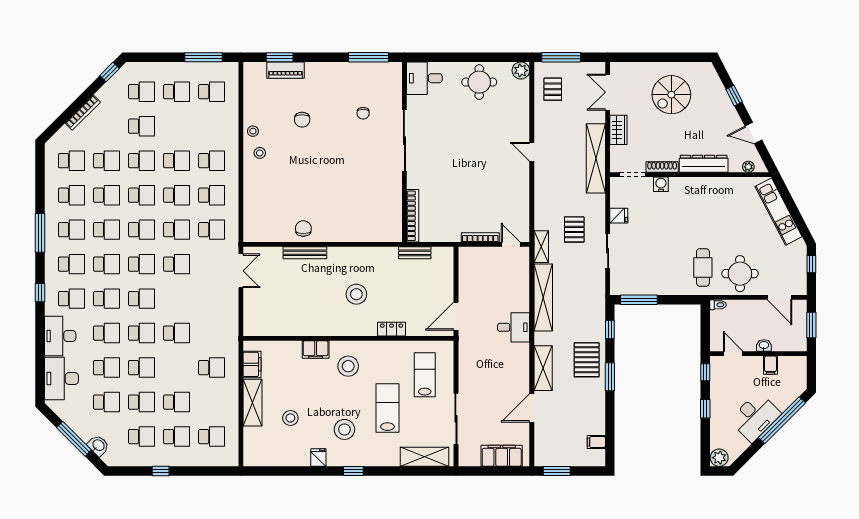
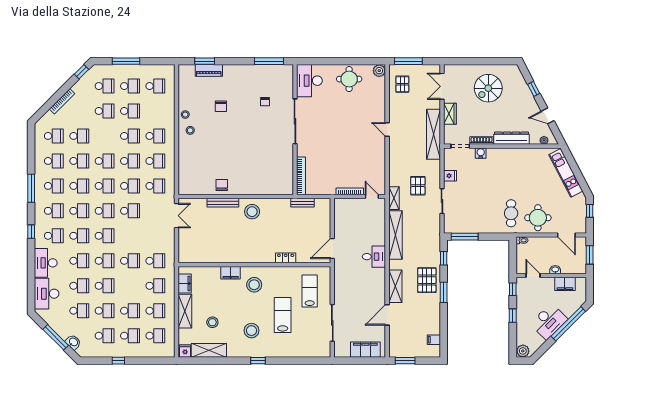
window: (204, 57) -> (126, 61), moved
desk: (424, 78) -> (309, 81), width x1.37
school desk: (142, 161) -> (130, 111), moved
stool: (356, 294) -> (252, 212), moved
school desk: (212, 333) -> (155, 261), added
filing cabinet: (770, 365) -> (565, 284), width x2.00
school desk: (212, 402) -> (155, 311), added
shelving: (425, 457) -> (209, 350), moved
fridge: (318, 458) -> (185, 351), moved

